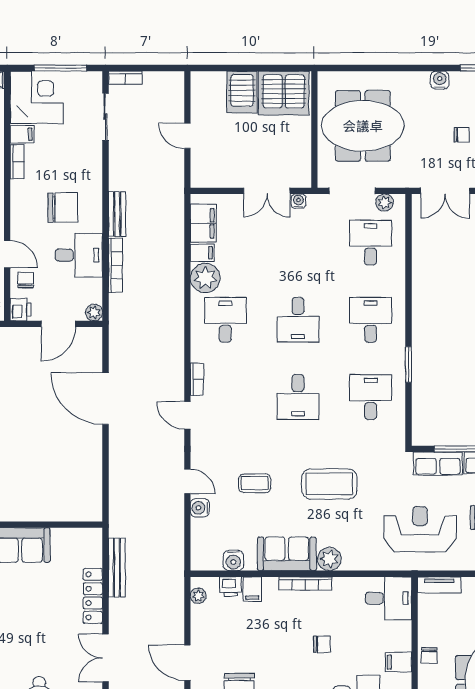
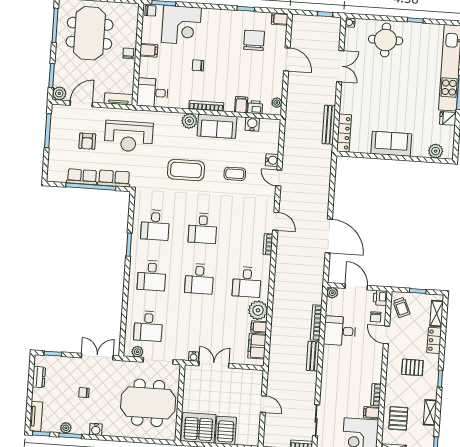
chair: (63, 208) -> (348, 363), removed
desk: (298, 320) -> (199, 279), turned 180
door: (58, 324) -> (356, 287), hinge flipped
desk: (298, 397) -> (203, 228), turned 180
locker: (93, 596) -> (344, 133), moved

